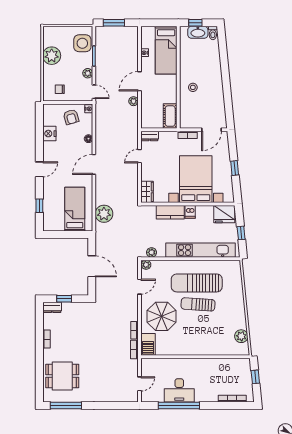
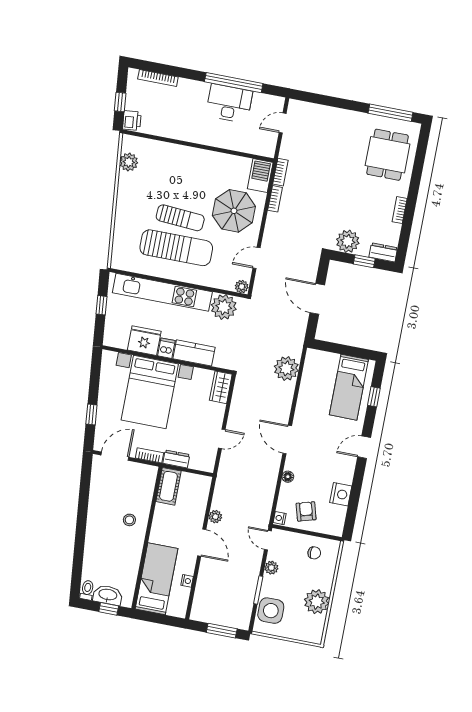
door: (139, 81) -> (202, 543), hinge flipped
dresser: (150, 136) -> (176, 459), moved
door: (94, 164) -> (287, 440), swing flipped
window: (235, 168) -> (91, 415), moved
bed: (75, 209) -> (349, 387), moved
fridge: (224, 214) -> (144, 341), moved
plant: (152, 252) -> (224, 307), width x1.87, depth x1.87
plant: (78, 310) -> (348, 241), added
printer: (245, 365) -> (132, 121), added
dining table: (62, 376) -> (388, 155), turned 90

